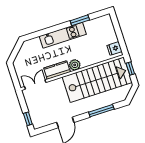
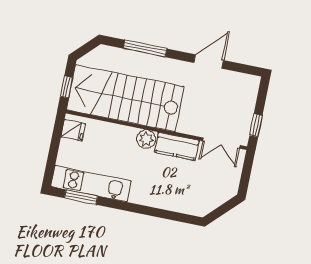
window: (80, 20) -> (81, 197), moved
kitchen unit: (63, 35) -> (91, 184), moved
window: (28, 119) -> (256, 125), moved

